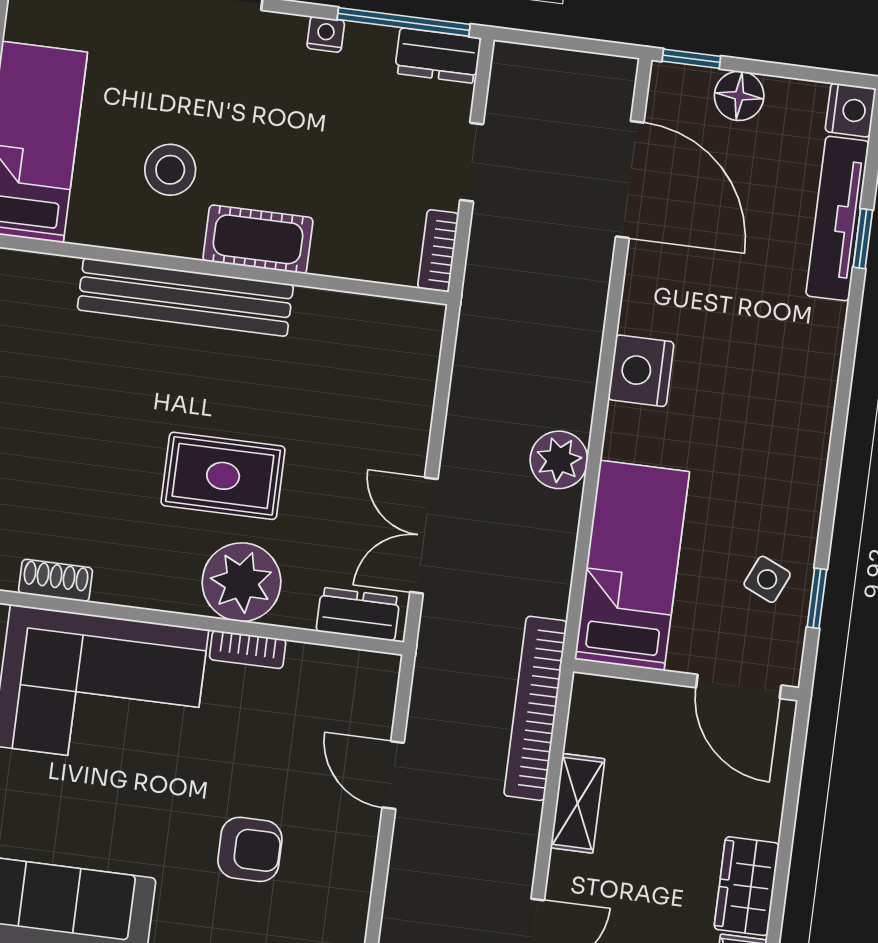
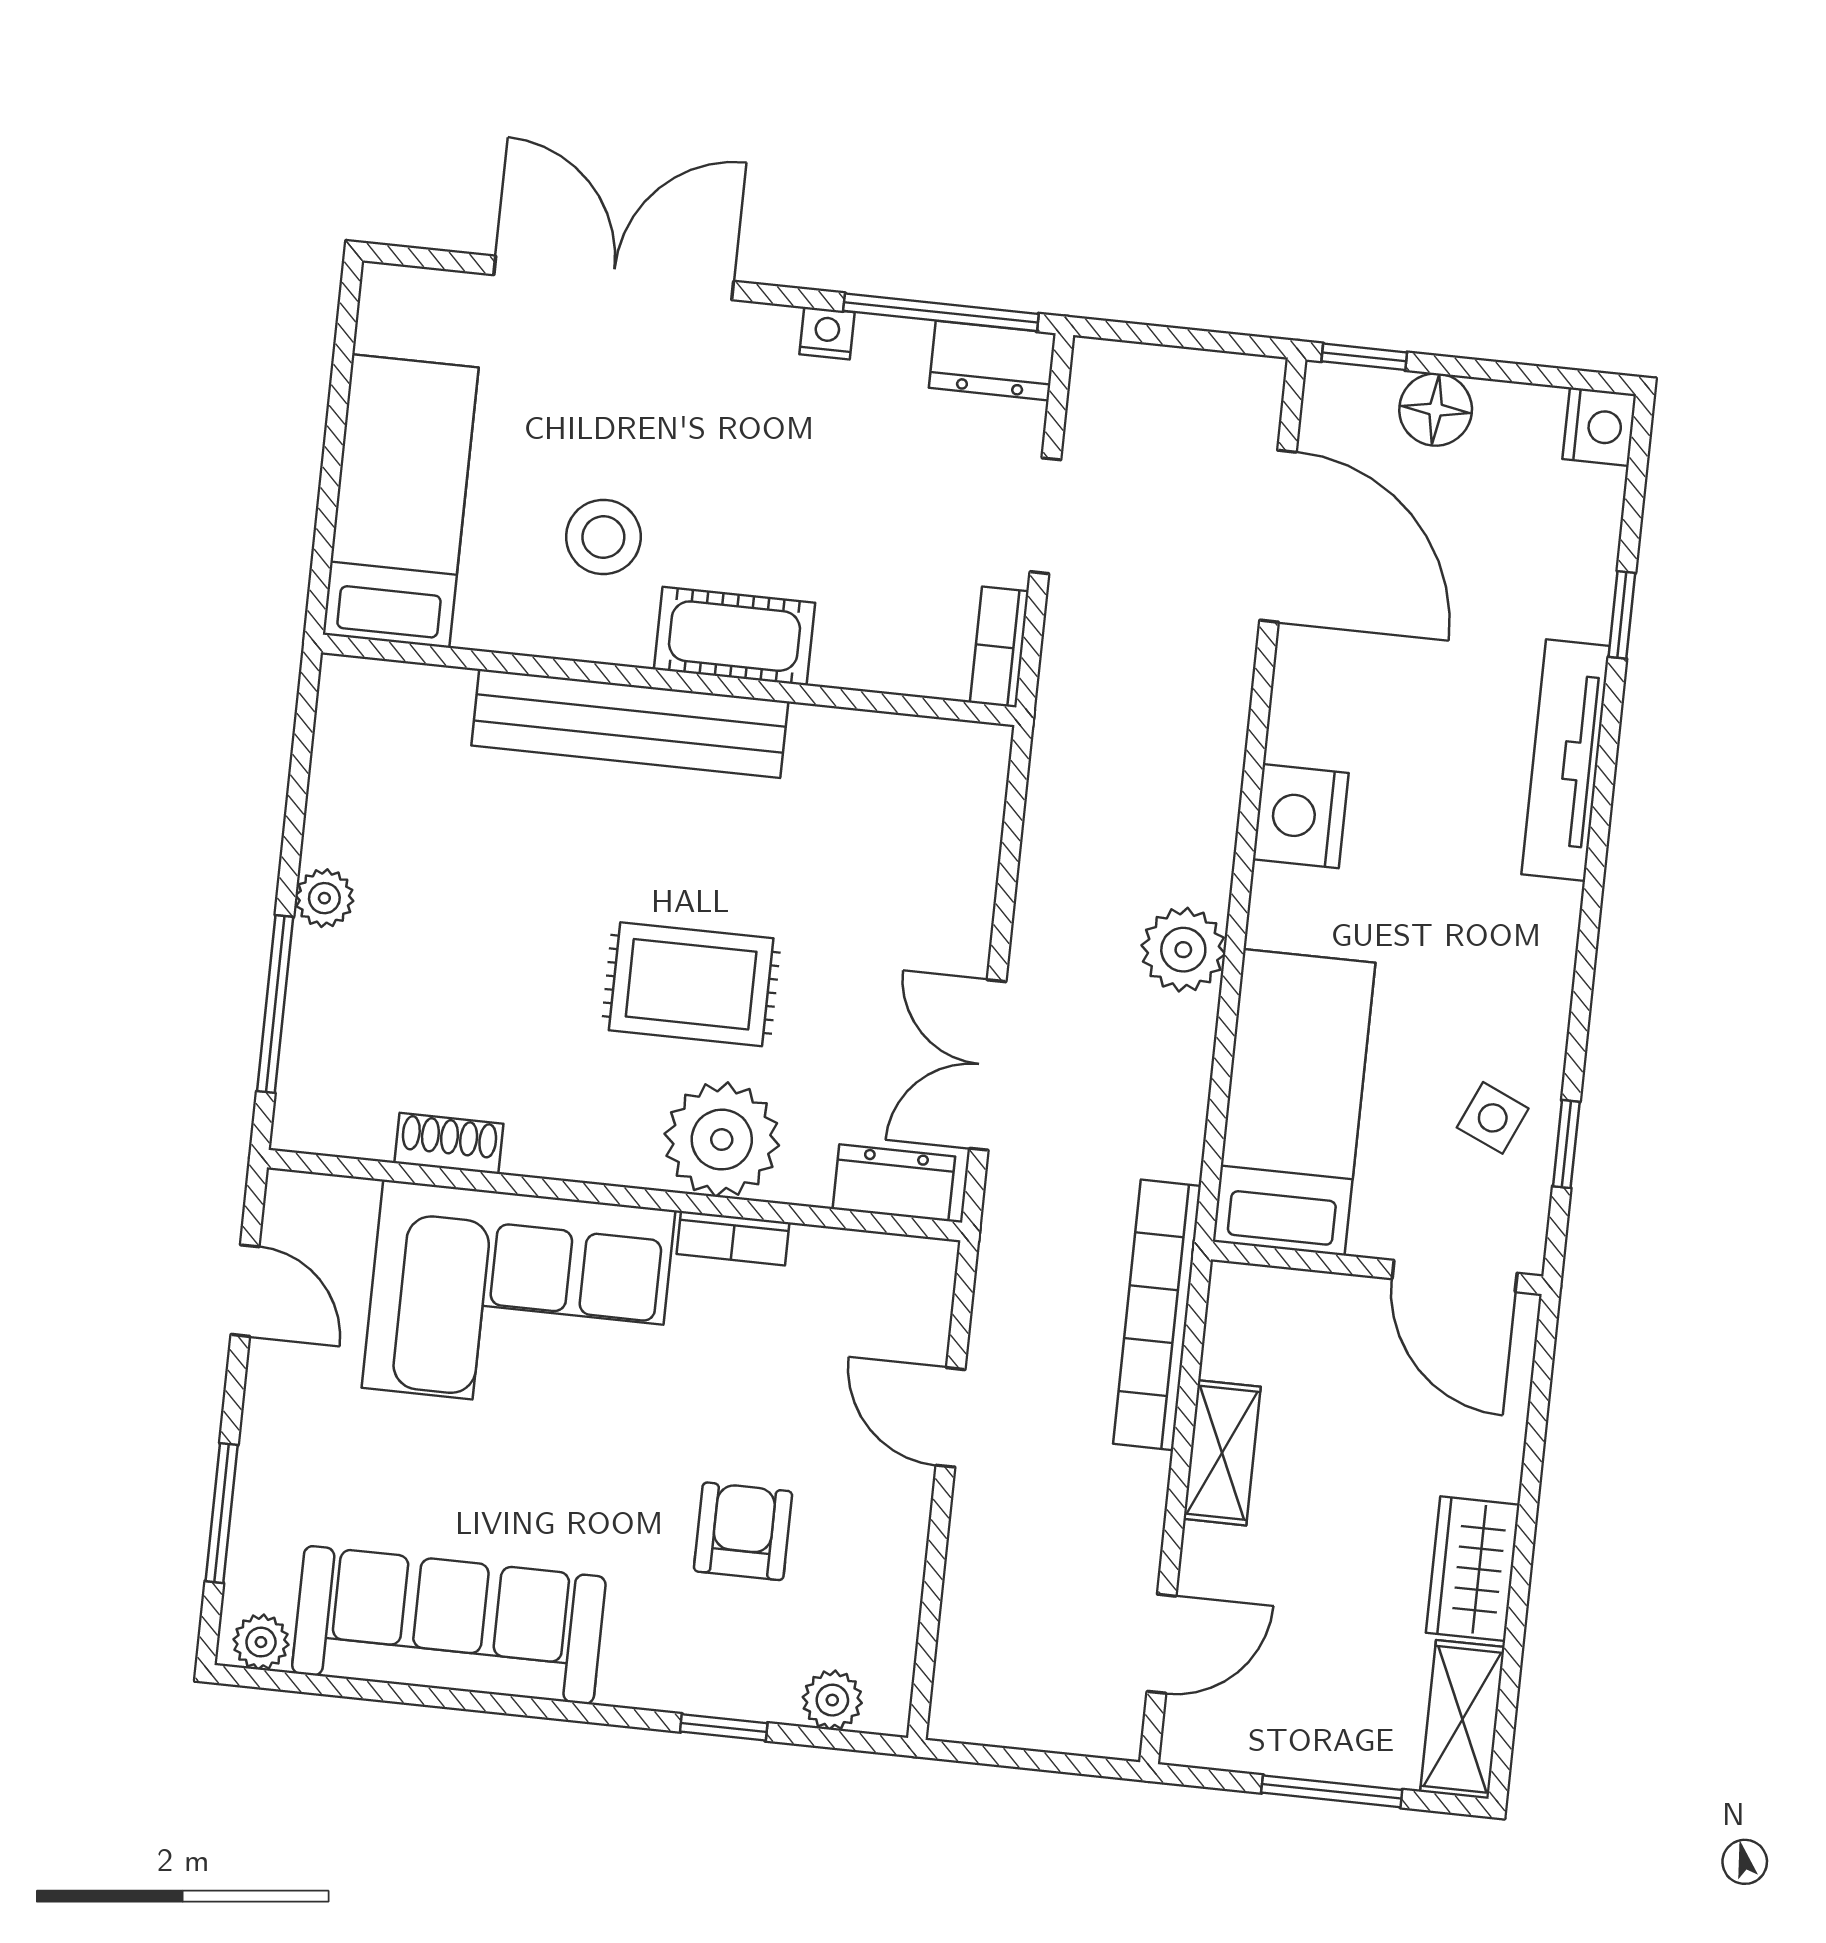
tv unit: (837, 218) -> (1566, 760), moved
armchair: (250, 849) -> (743, 1531), turned -90

